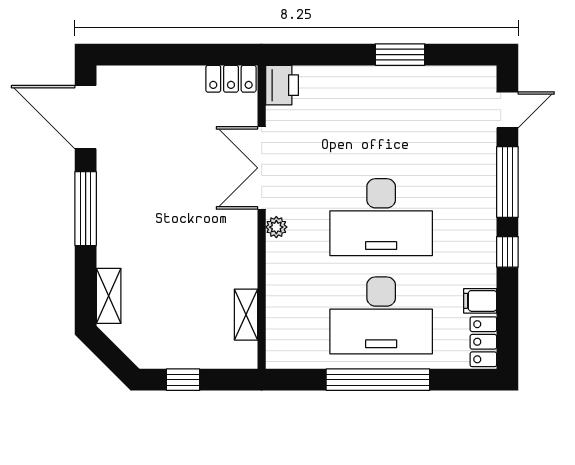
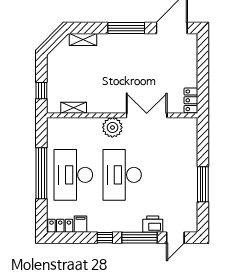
window: (400, 55) -> (203, 184), width x1.44
printer: (282, 85) -> (153, 224), moved, turned 180
door: (507, 110) -> (175, 238), hinge flipped
plant: (276, 227) -> (112, 127), width x1.87, depth x1.87
window: (183, 380) -> (41, 91), moved

